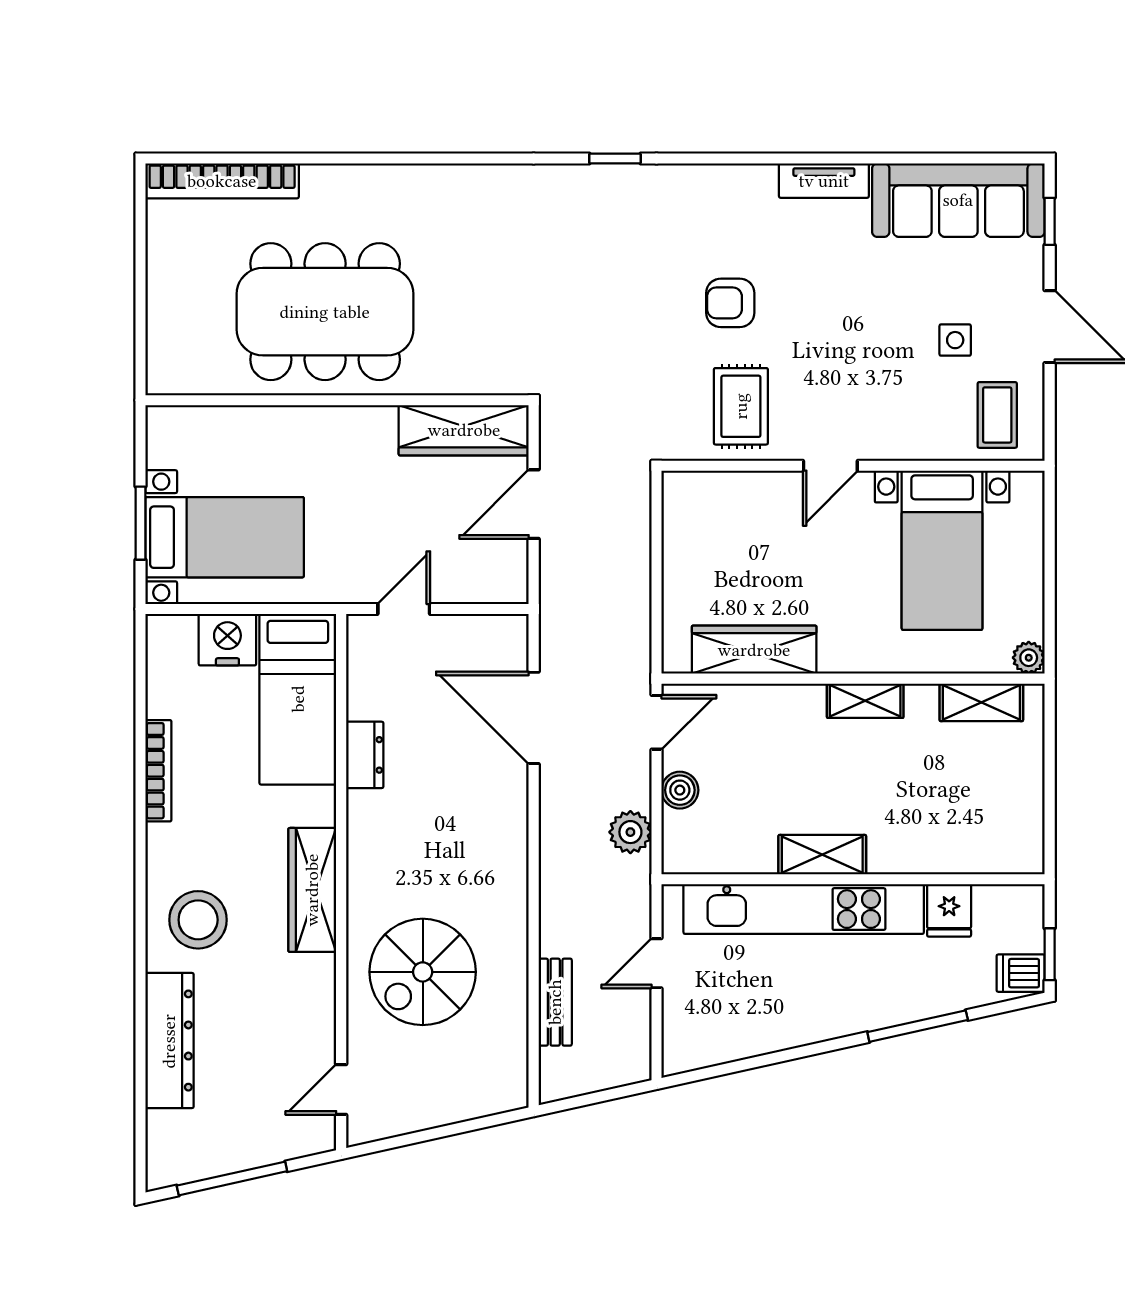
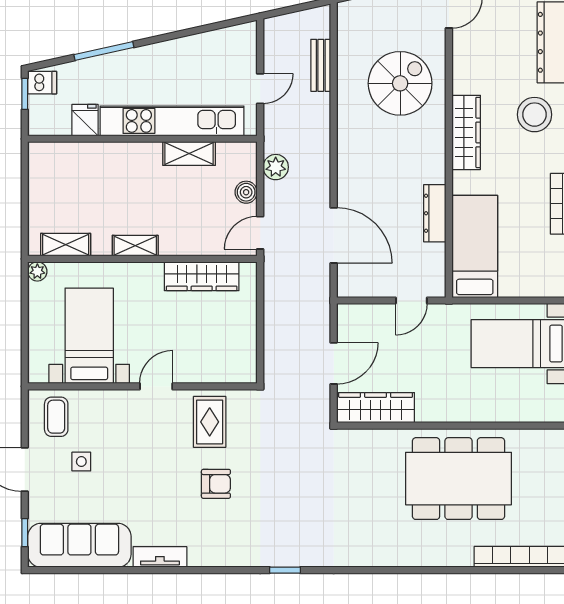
nightstand: (227, 640) -> (517, 282), removed
dresser: (365, 755) -> (435, 213), width x1.44
shelving: (822, 855) -> (189, 154), moved

